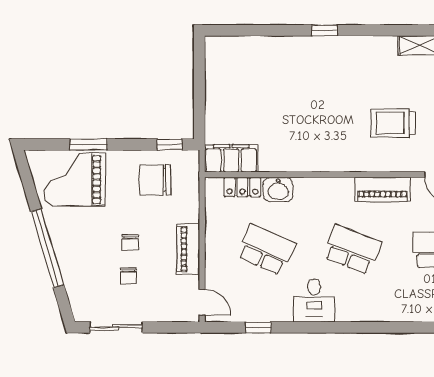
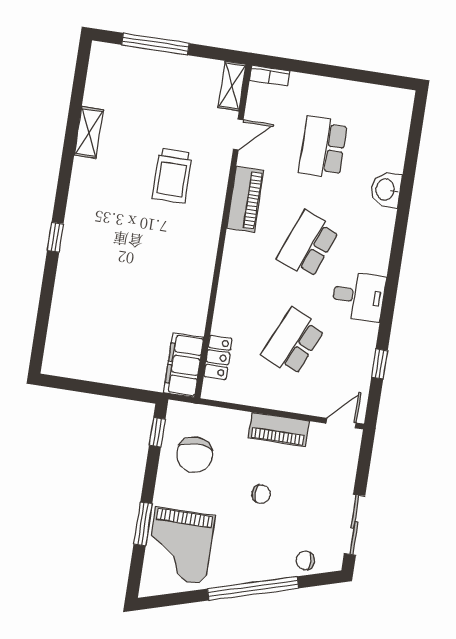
washbasin: (278, 190) -> (386, 190), moved, turned 180
chair: (129, 276) -> (305, 560), moved, turned 180

